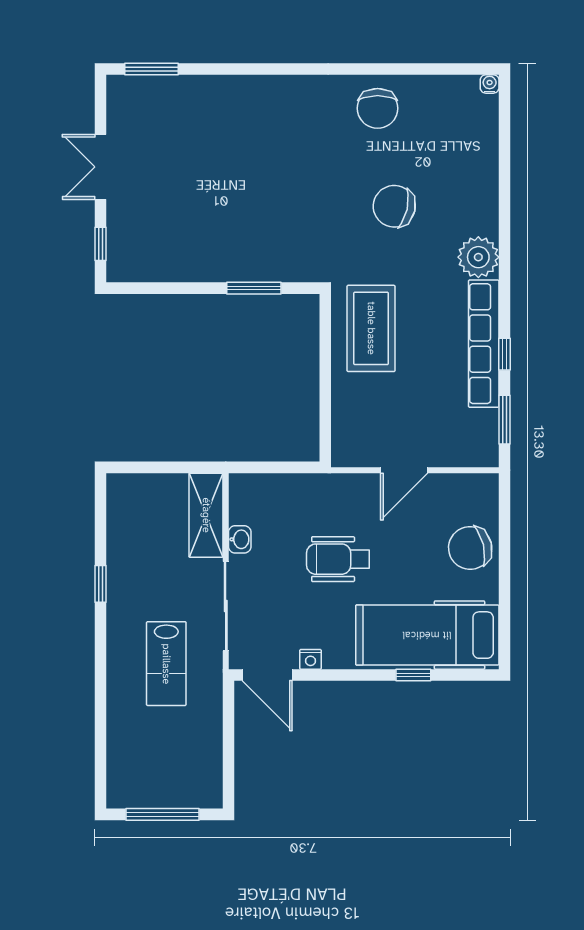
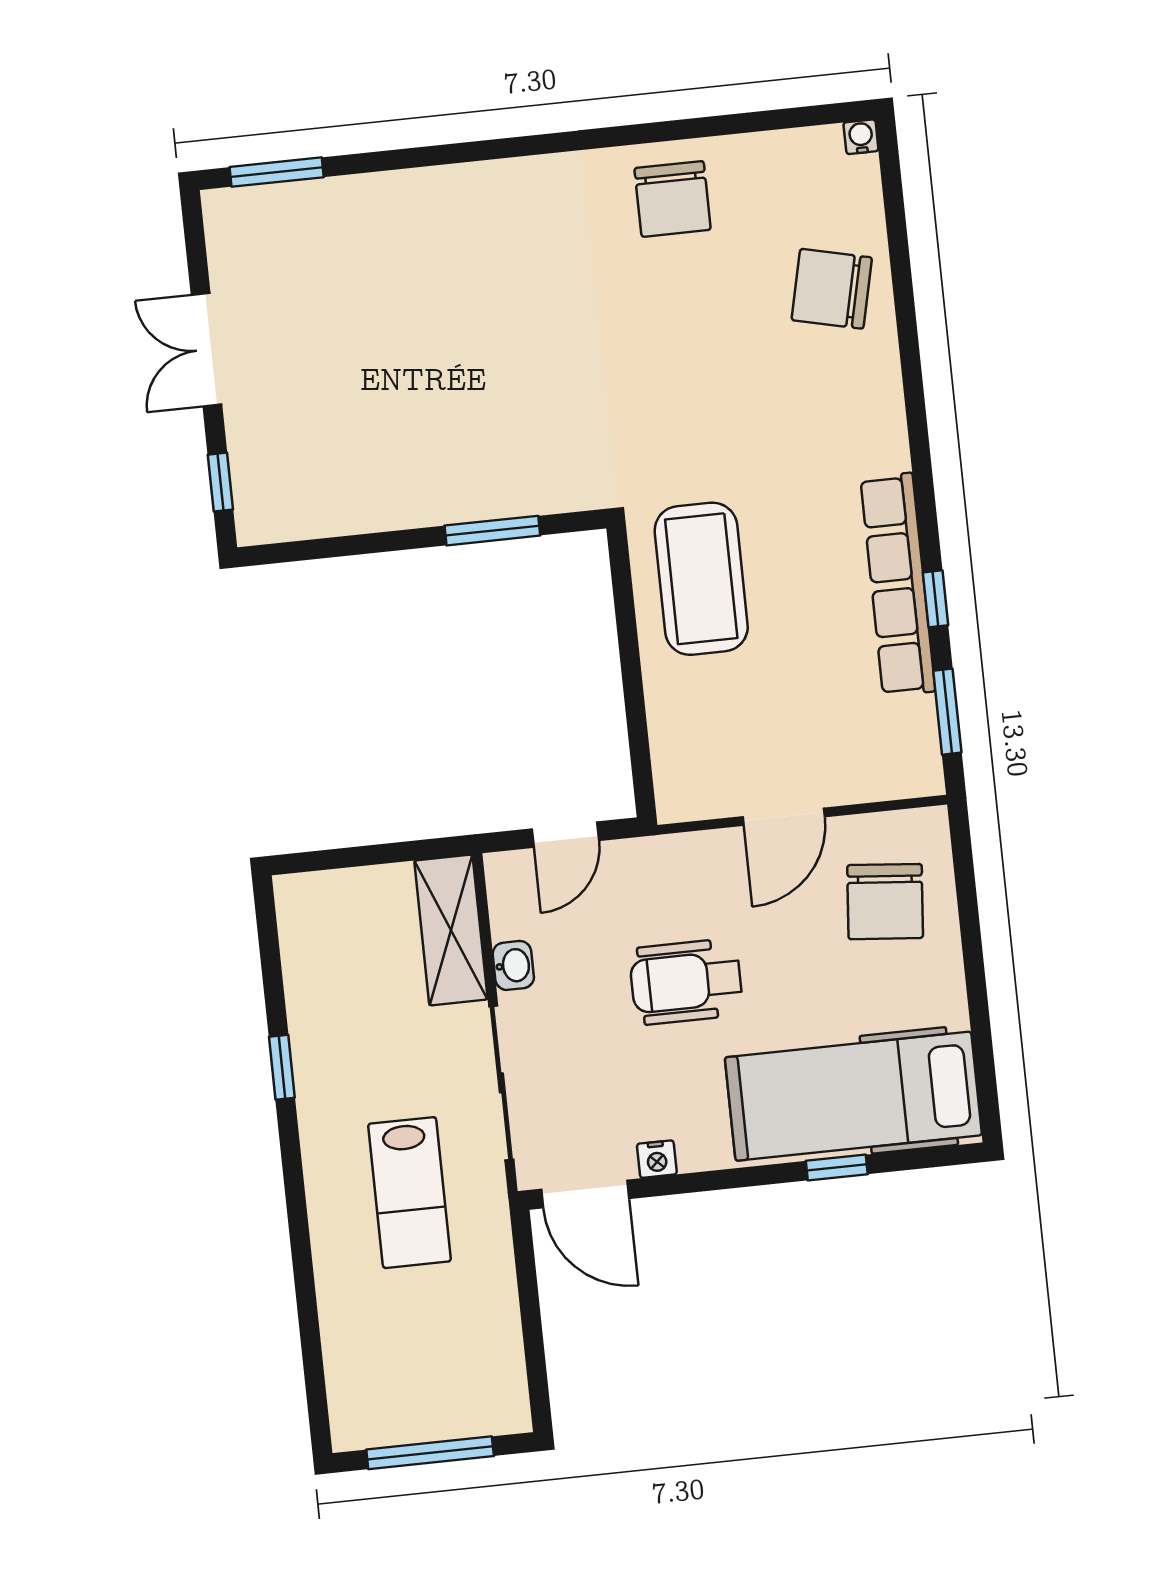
chair: (394, 206) -> (832, 289), moved
plant: (478, 257) -> (873, 437), removed
door: (278, 467) -> (565, 835), added
chair: (470, 548) -> (885, 902), moved, turned -71

